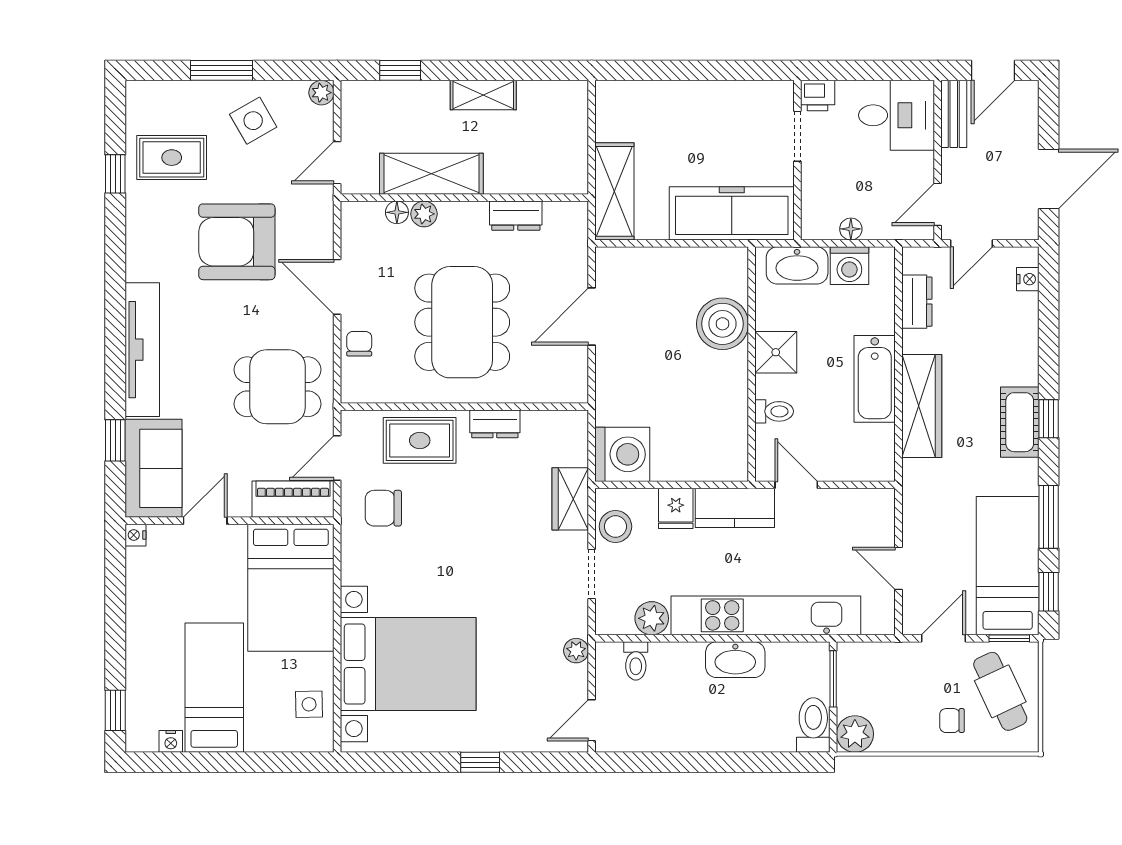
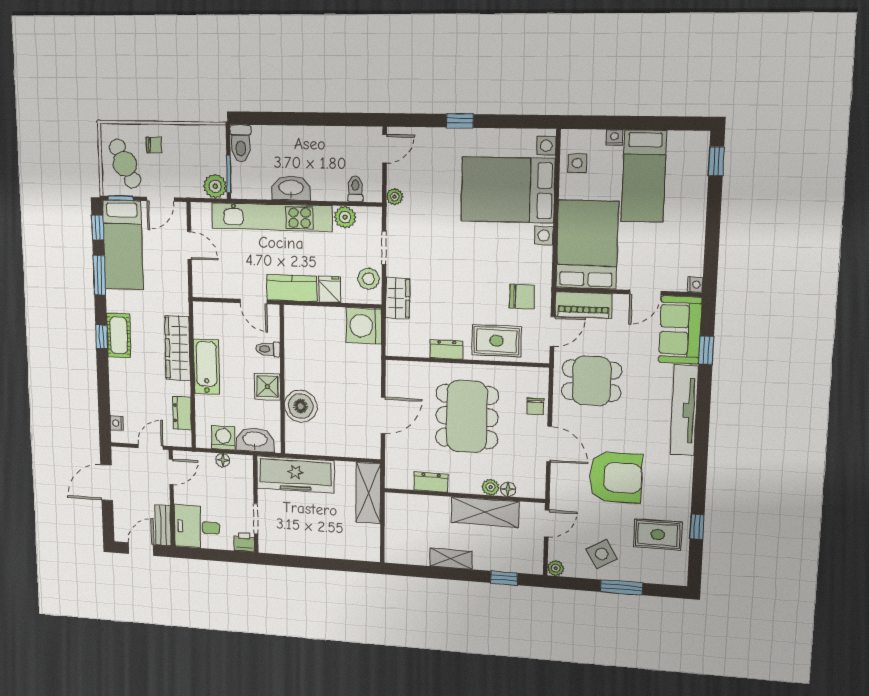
plant: (855, 734) -> (215, 186), moved
nightstand: (171, 741) -> (614, 137), moved

